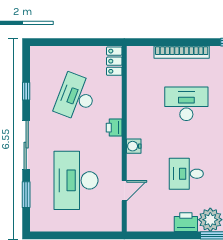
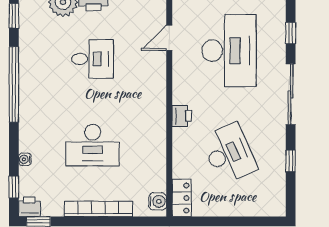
desk: (76, 97) -> (229, 154), turned -45
water cooler: (134, 146) -> (158, 201), moved
window: (26, 195) -> (291, 33), width x0.67

